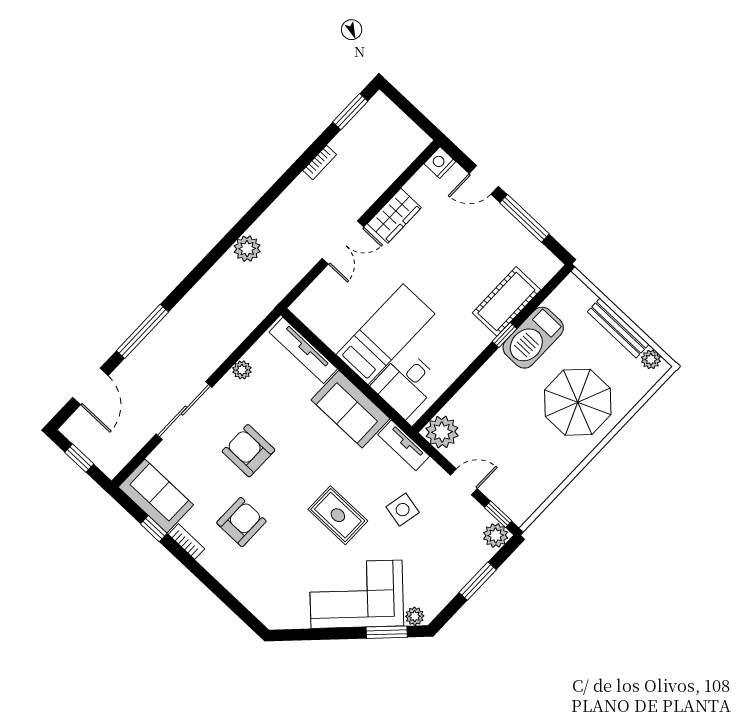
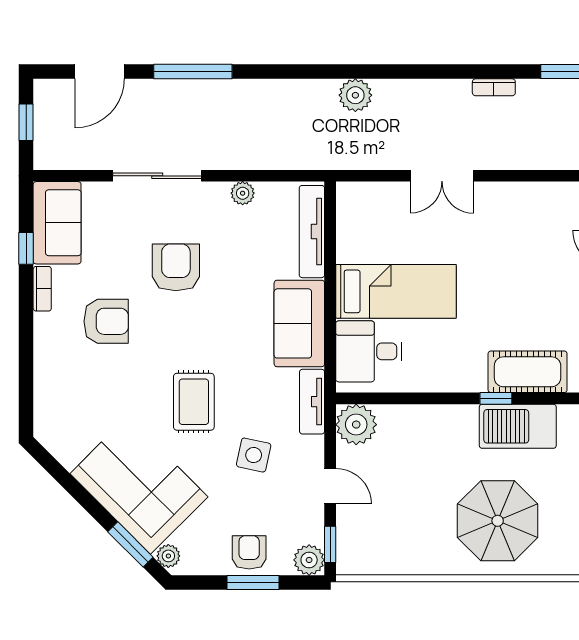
wardrobe: (394, 216) -> (509, 199), removed
armchair: (458, 567) -> (249, 552), added

